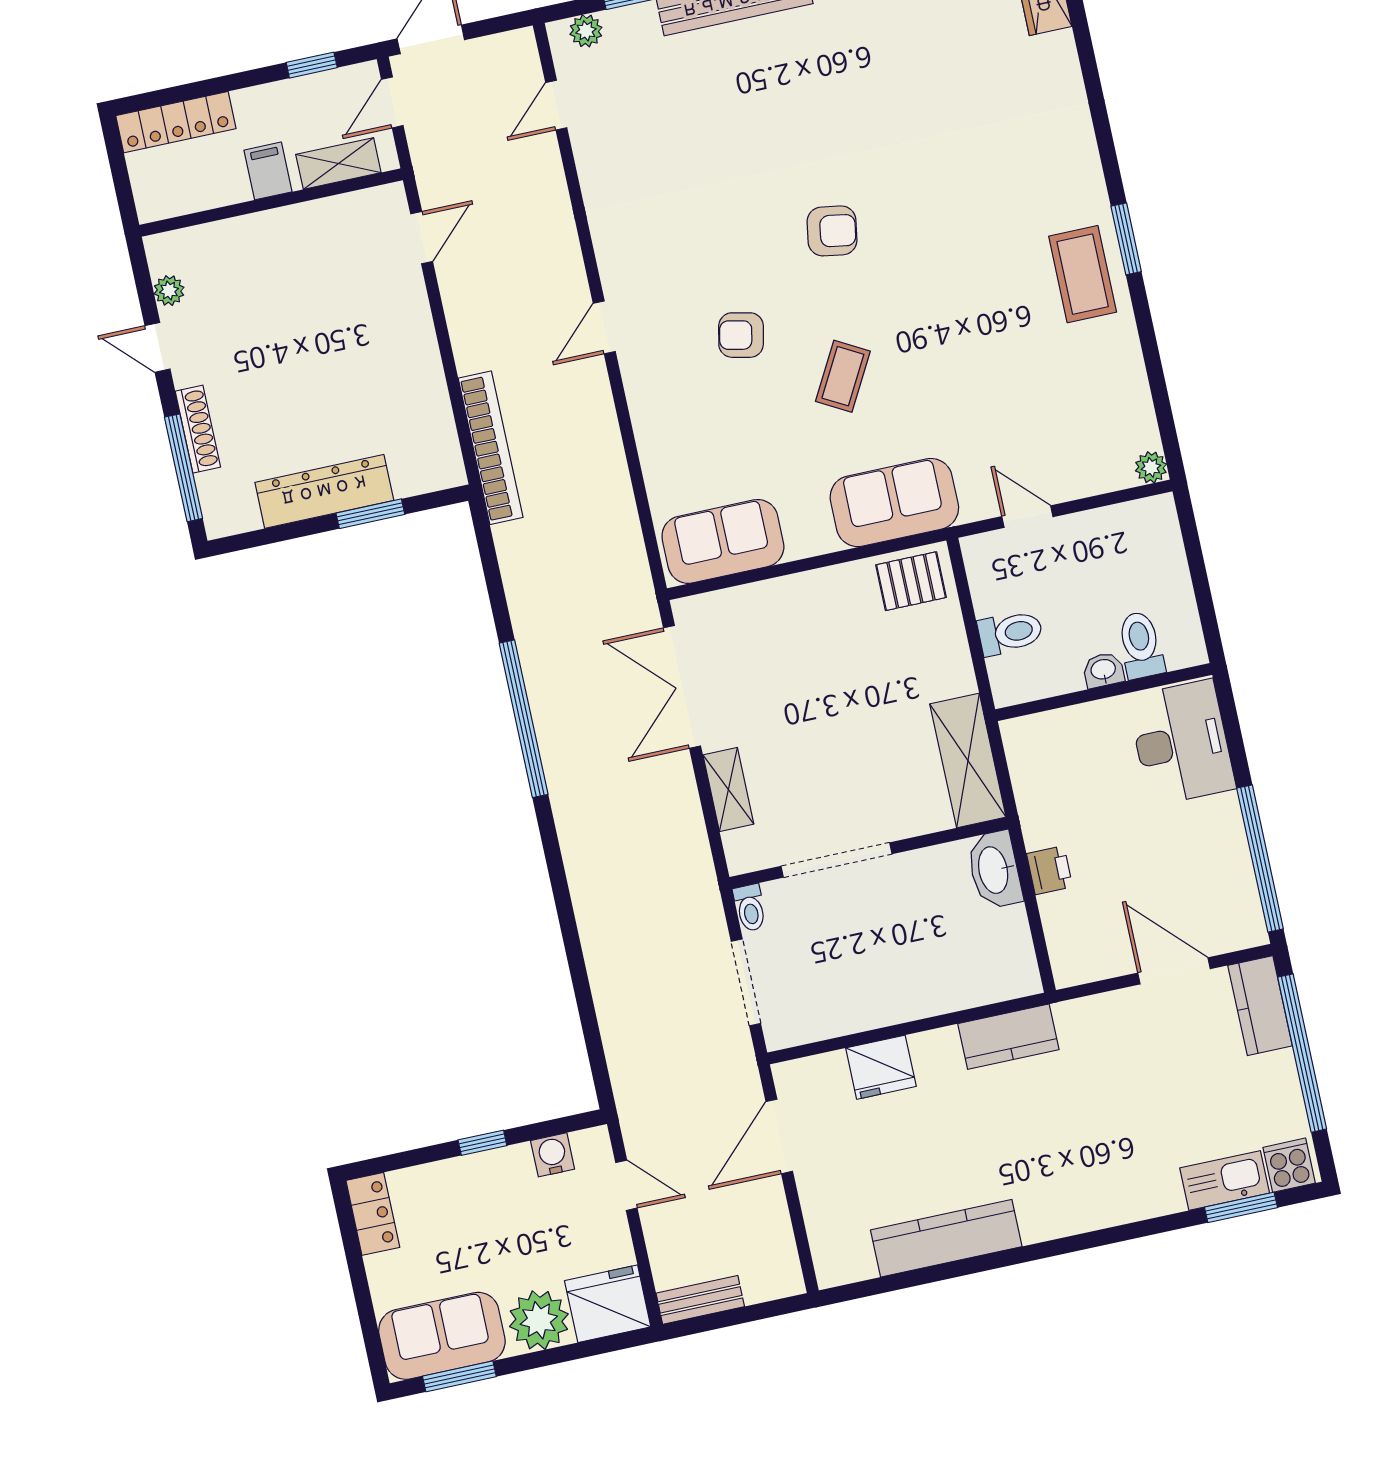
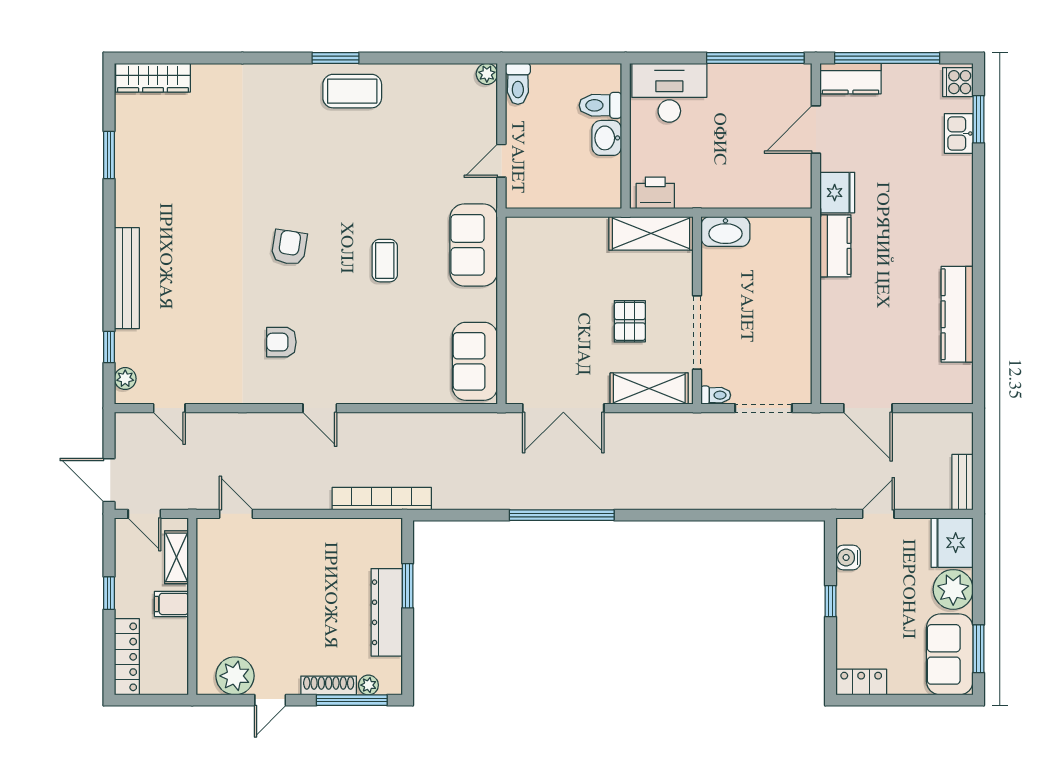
window: (312, 65) -> (109, 593), moved
plant: (169, 291) -> (235, 676), width x1.88, depth x1.88
armchair: (741, 335) -> (281, 342), moved, turned 78
coffee table: (843, 376) -> (385, 261), turned 61
plant: (211, 488) -> (368, 685), added
pallet: (911, 581) -> (630, 321), moved
toilet: (1010, 633) -> (518, 84), moved, turned 180
washbasin: (1103, 670) -> (607, 138), width x1.38, depth x1.45
shelving: (728, 789) -> (649, 389), width x1.50, depth x1.33
printer: (1050, 870) -> (655, 193), moved, width x1.36, depth x1.24
fridge: (881, 1067) -> (837, 193), moved
kitchen sink: (1225, 1181) -> (959, 133), width x0.73

